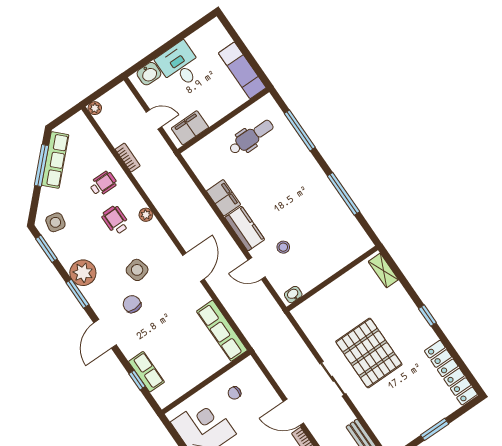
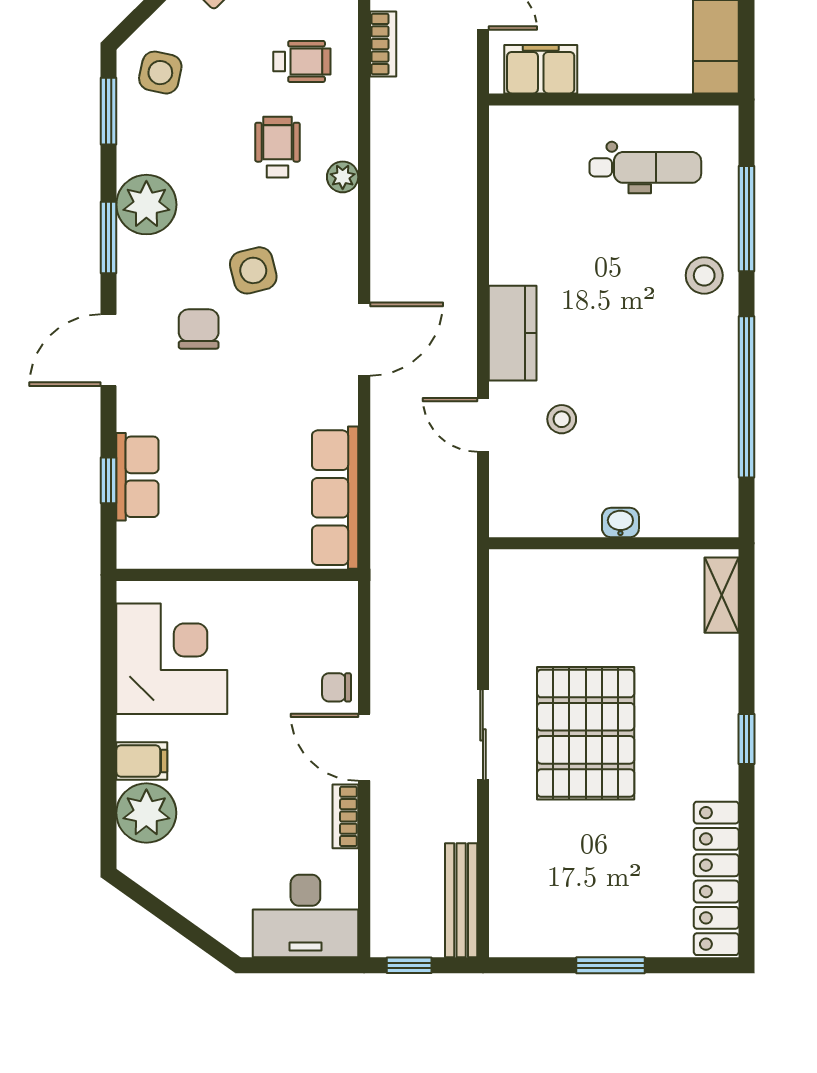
stool: (299, 161) -> (704, 275), added
window: (344, 194) -> (746, 397), width x1.46
filing cabinet: (224, 198) -> (513, 247), removed
washbasin: (293, 295) -> (620, 522), moved
chair: (234, 393) -> (336, 687), moved

